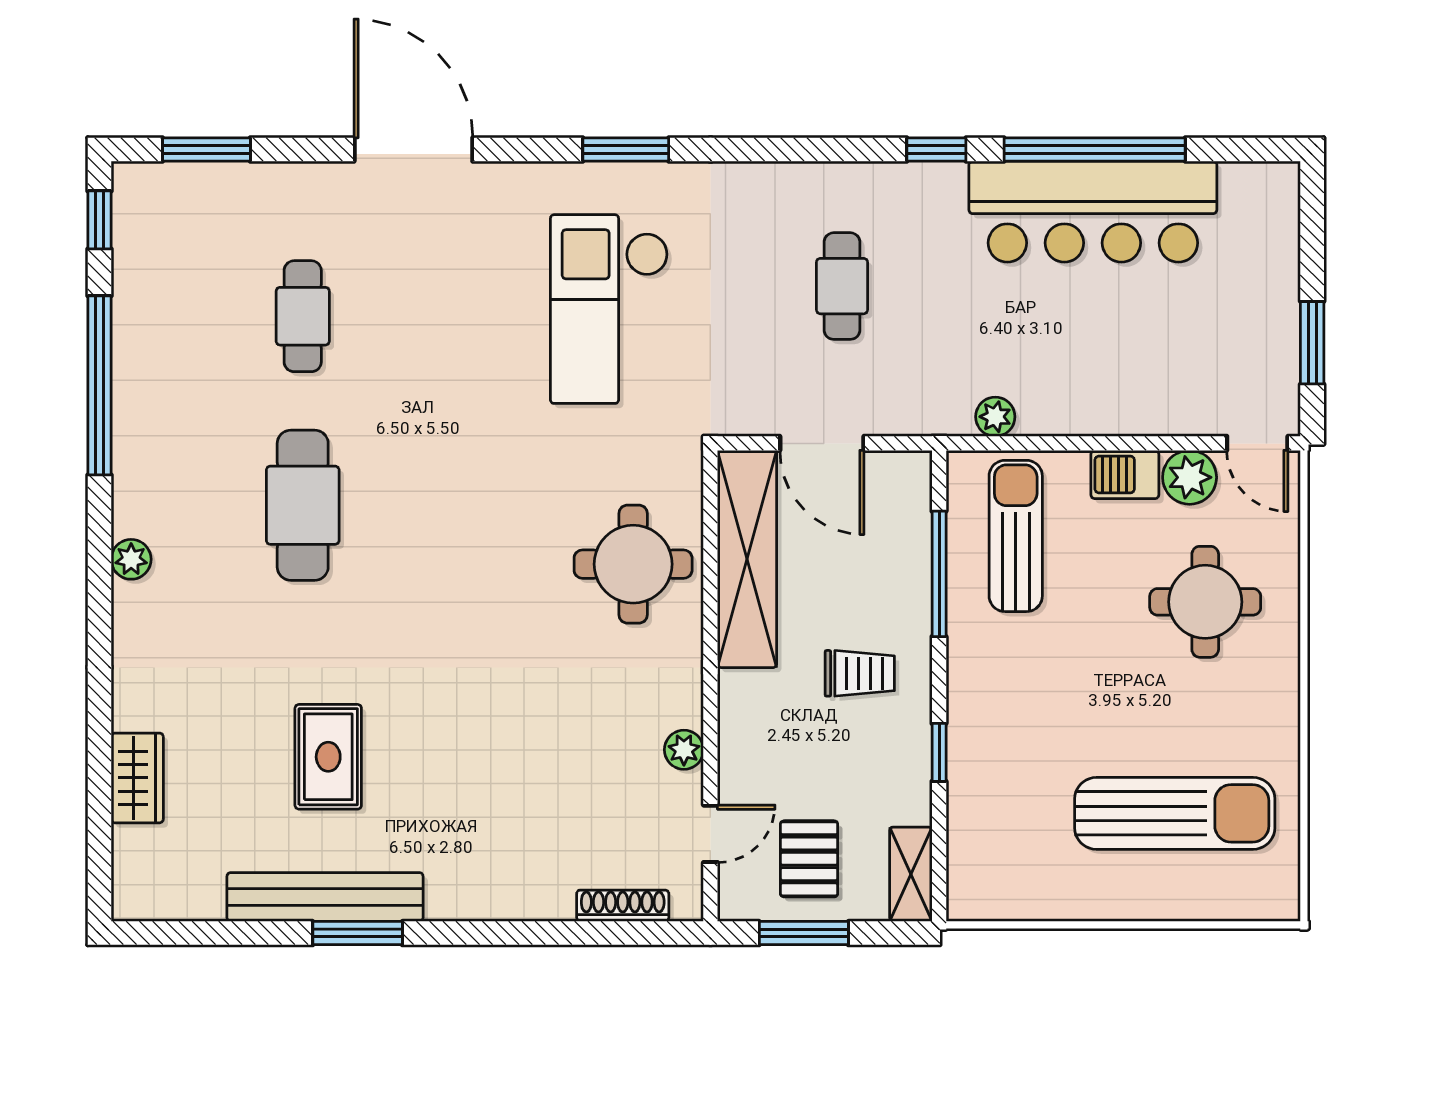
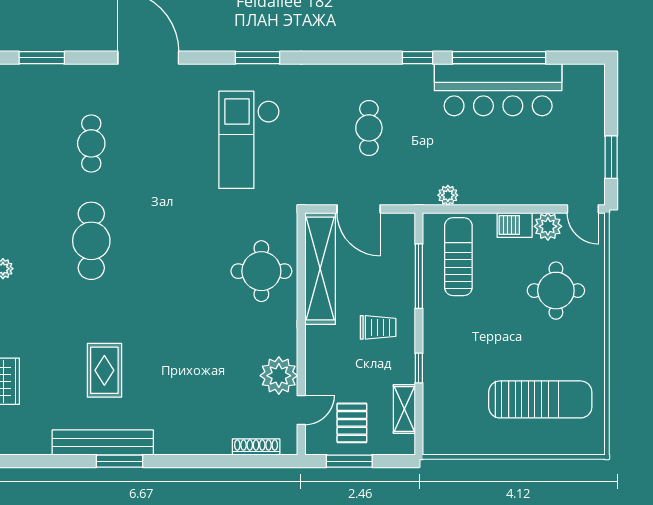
plant: (684, 750) -> (279, 376), width x1.87, depth x1.87
shelving: (911, 874) -> (404, 409), moved

